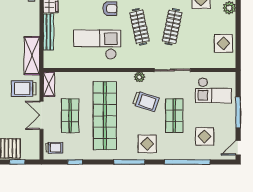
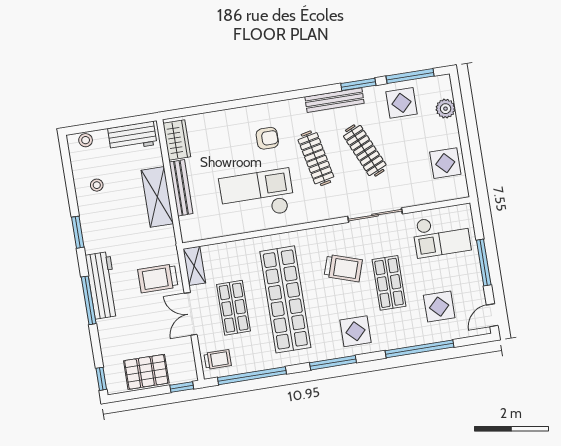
clothes rail: (172, 27) -> (365, 151), turned -36
shelving: (32, 56) -> (157, 197), moved
plant: (139, 77) -> (328, 233), removed
window: (17, 162) -> (182, 387), moved
window: (75, 162) -> (252, 376), width x3.17

